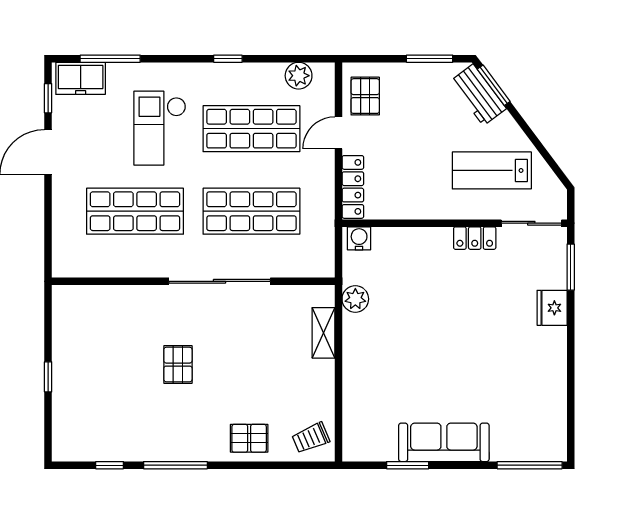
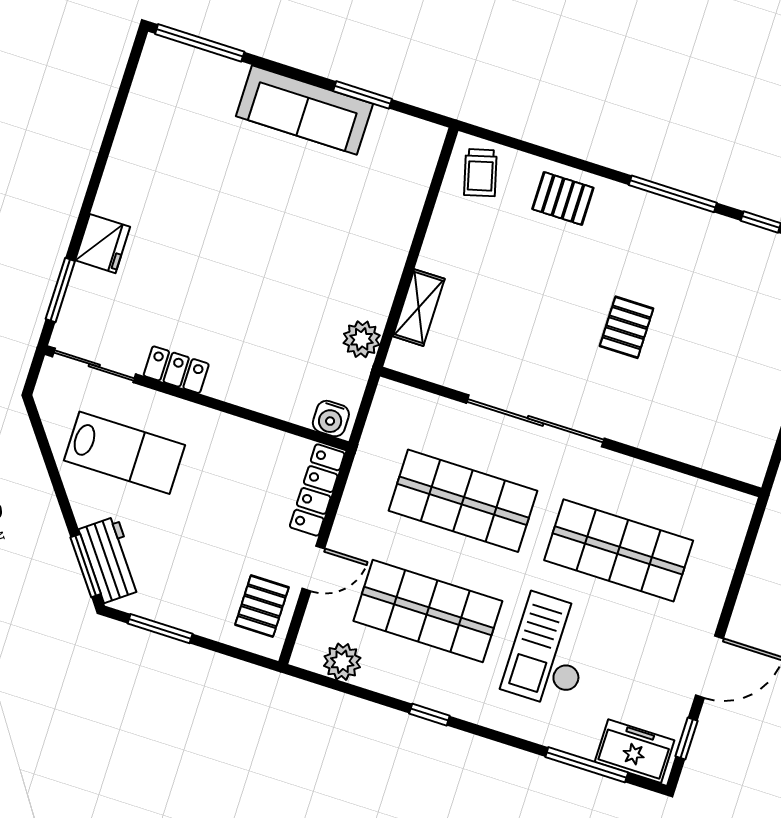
checkout: (160, 128) -> (550, 651), turned 180
trolley: (311, 438) -> (480, 173), turned 98

